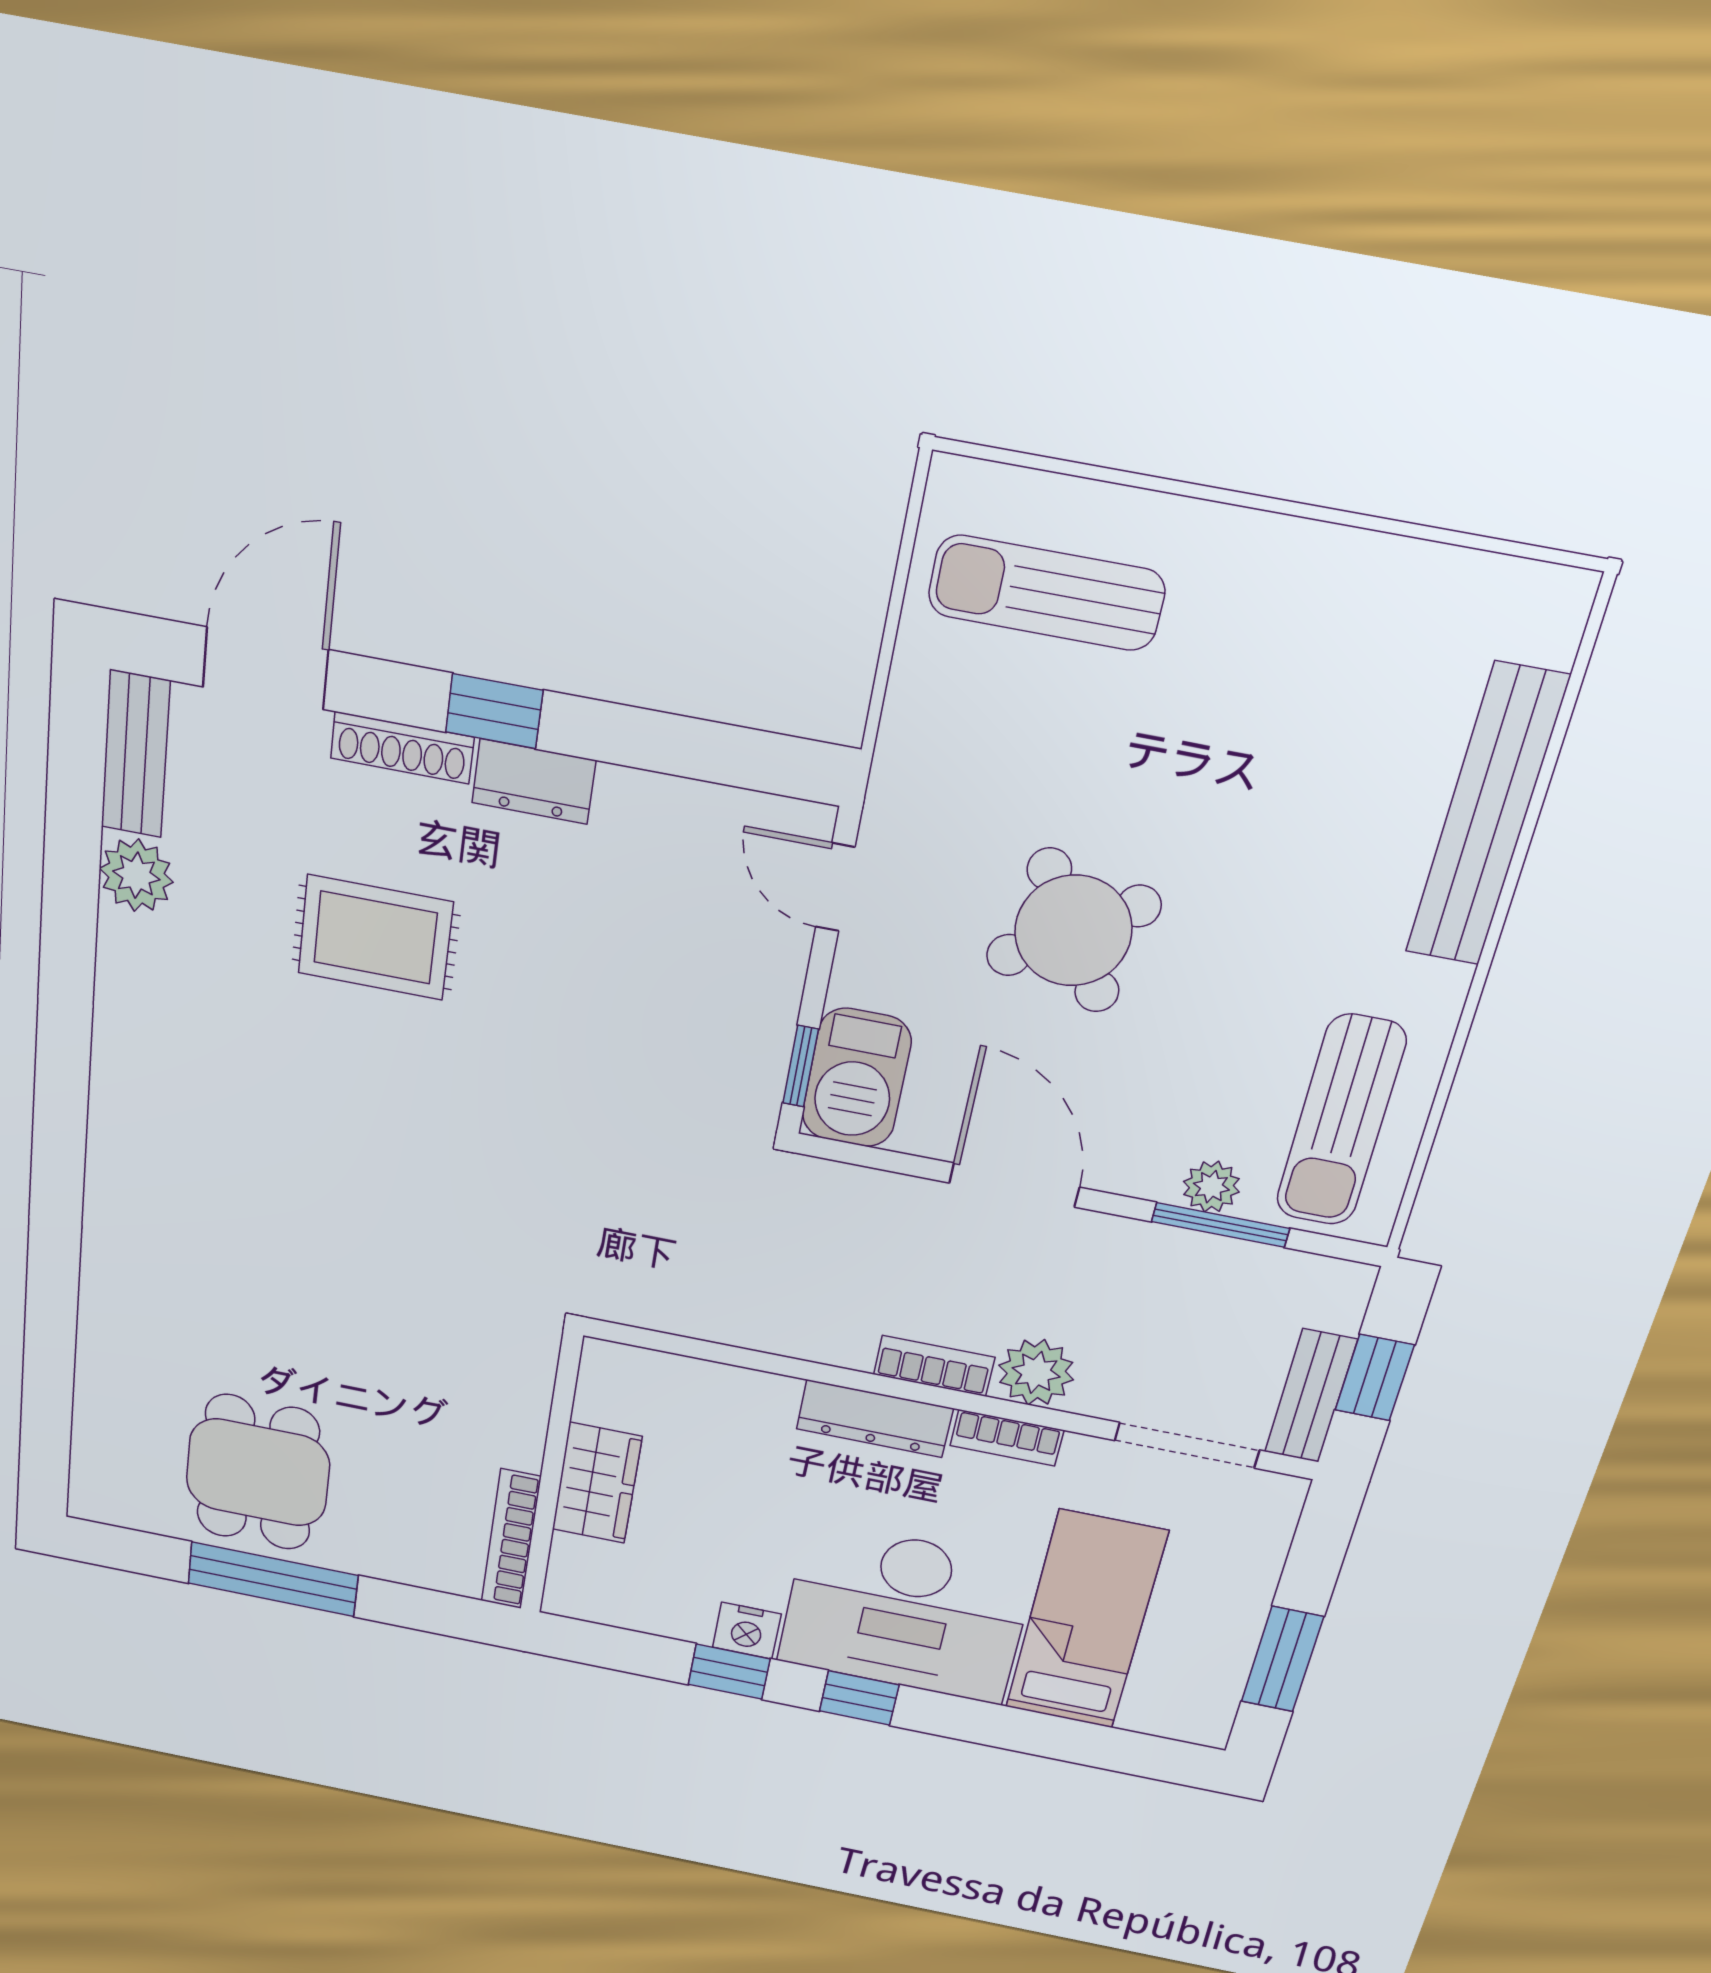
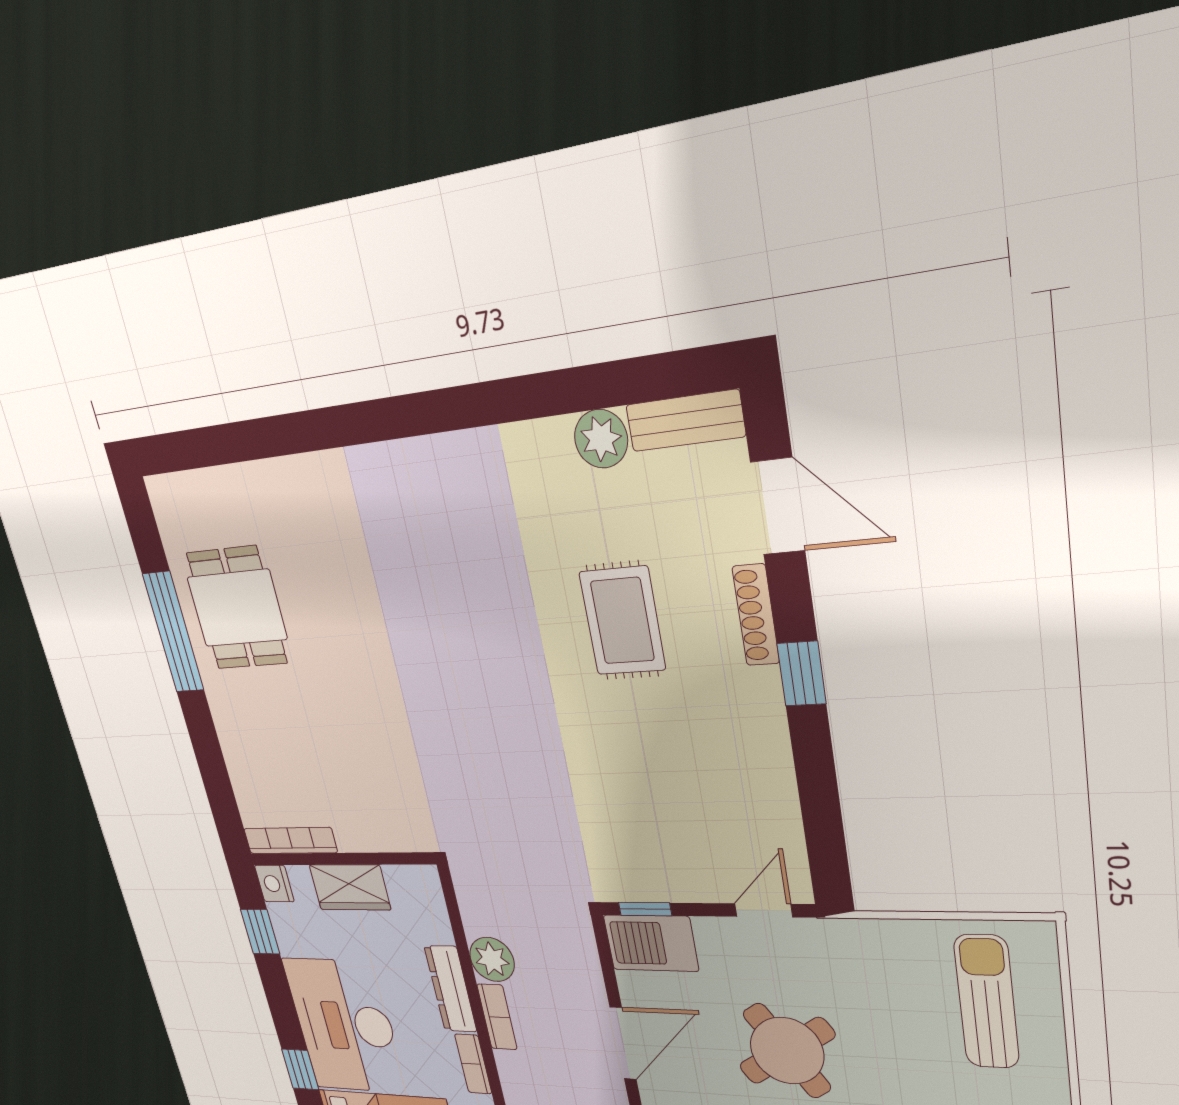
dresser: (534, 782) -> (764, 709), removed
plant: (1036, 1372) -> (492, 959), moved
dining table: (258, 1472) -> (237, 608), turned 90
wall: (551, 1476) -> (341, 859), moved
wardrobe: (597, 1483) -> (350, 887), moved
bookcase: (511, 1539) -> (290, 841), moved
nightstand: (747, 1631) -> (274, 884), moved
window: (859, 1698) -> (300, 1069), moved

